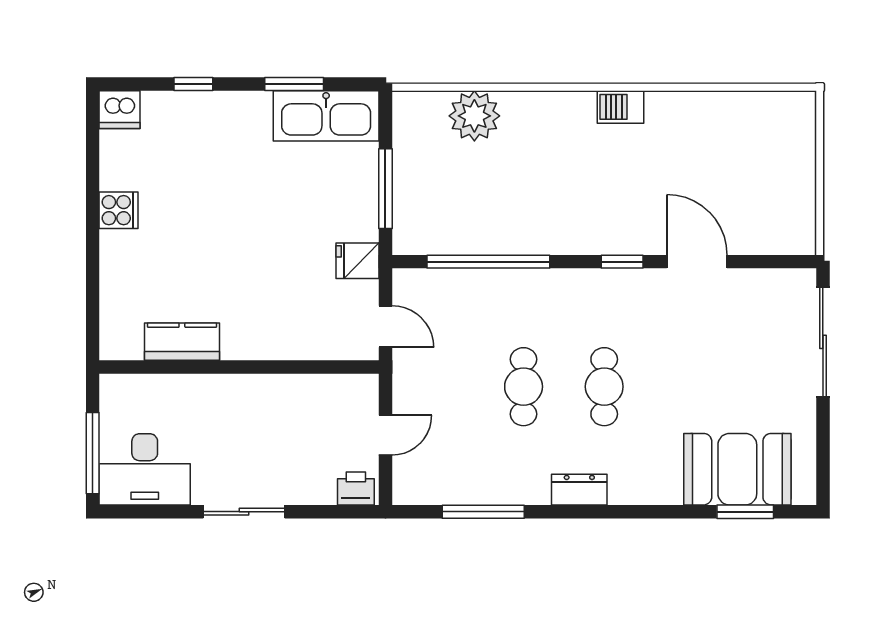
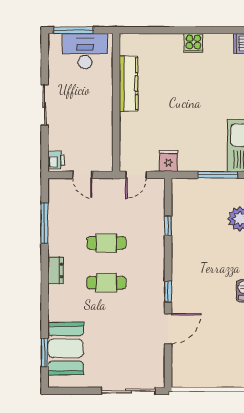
window: (385, 189) -> (218, 175), moved
window: (488, 262) -> (168, 226), width x0.32
kitchen counter: (182, 342) -> (129, 84), width x1.50
desk: (145, 469) -> (85, 51), moved, turned 90

